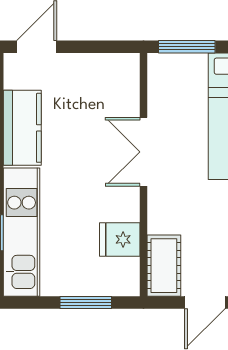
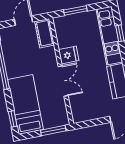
fridge: (120, 239) -> (69, 55), moved

